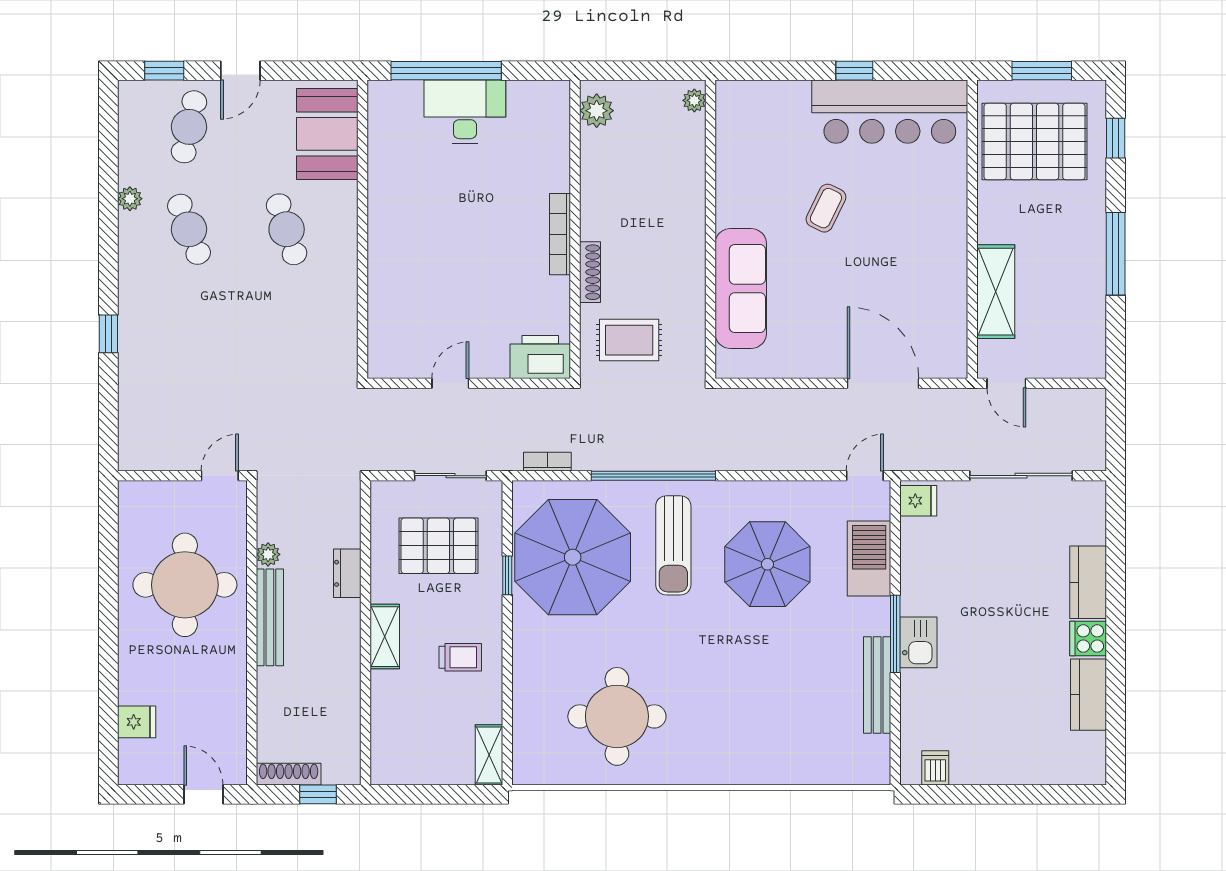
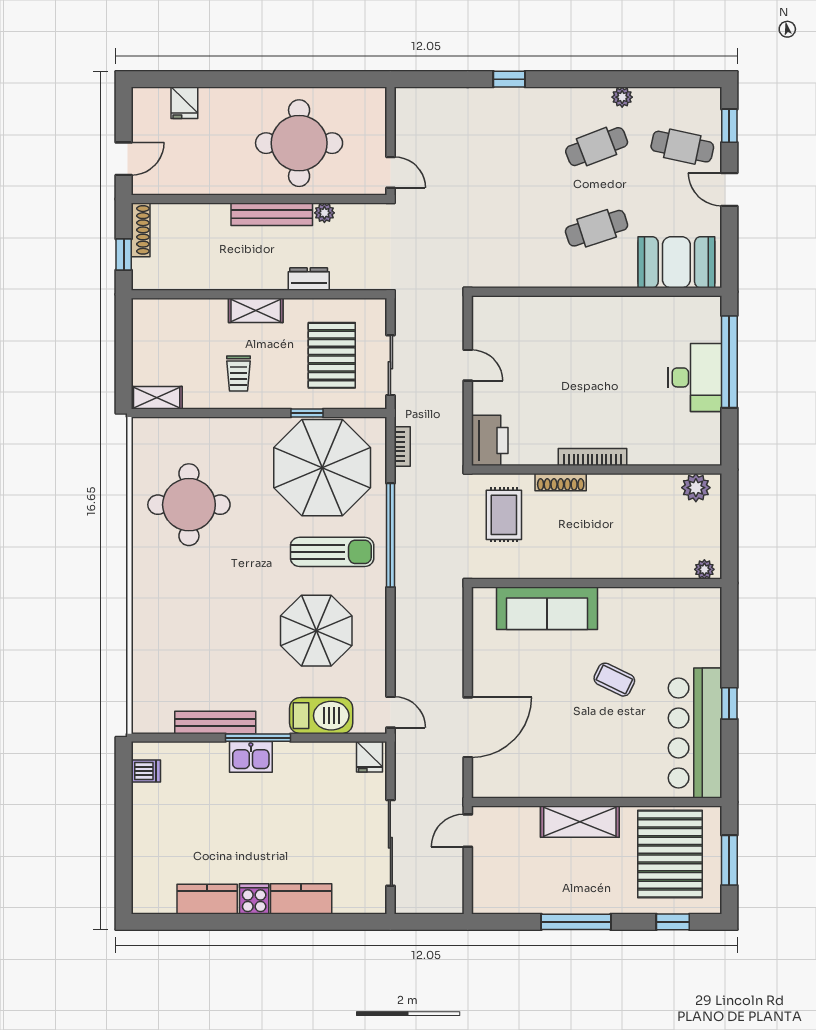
shelving: (996, 292) -> (580, 822), moved
sun lounger: (673, 545) -> (332, 552), turned 180

